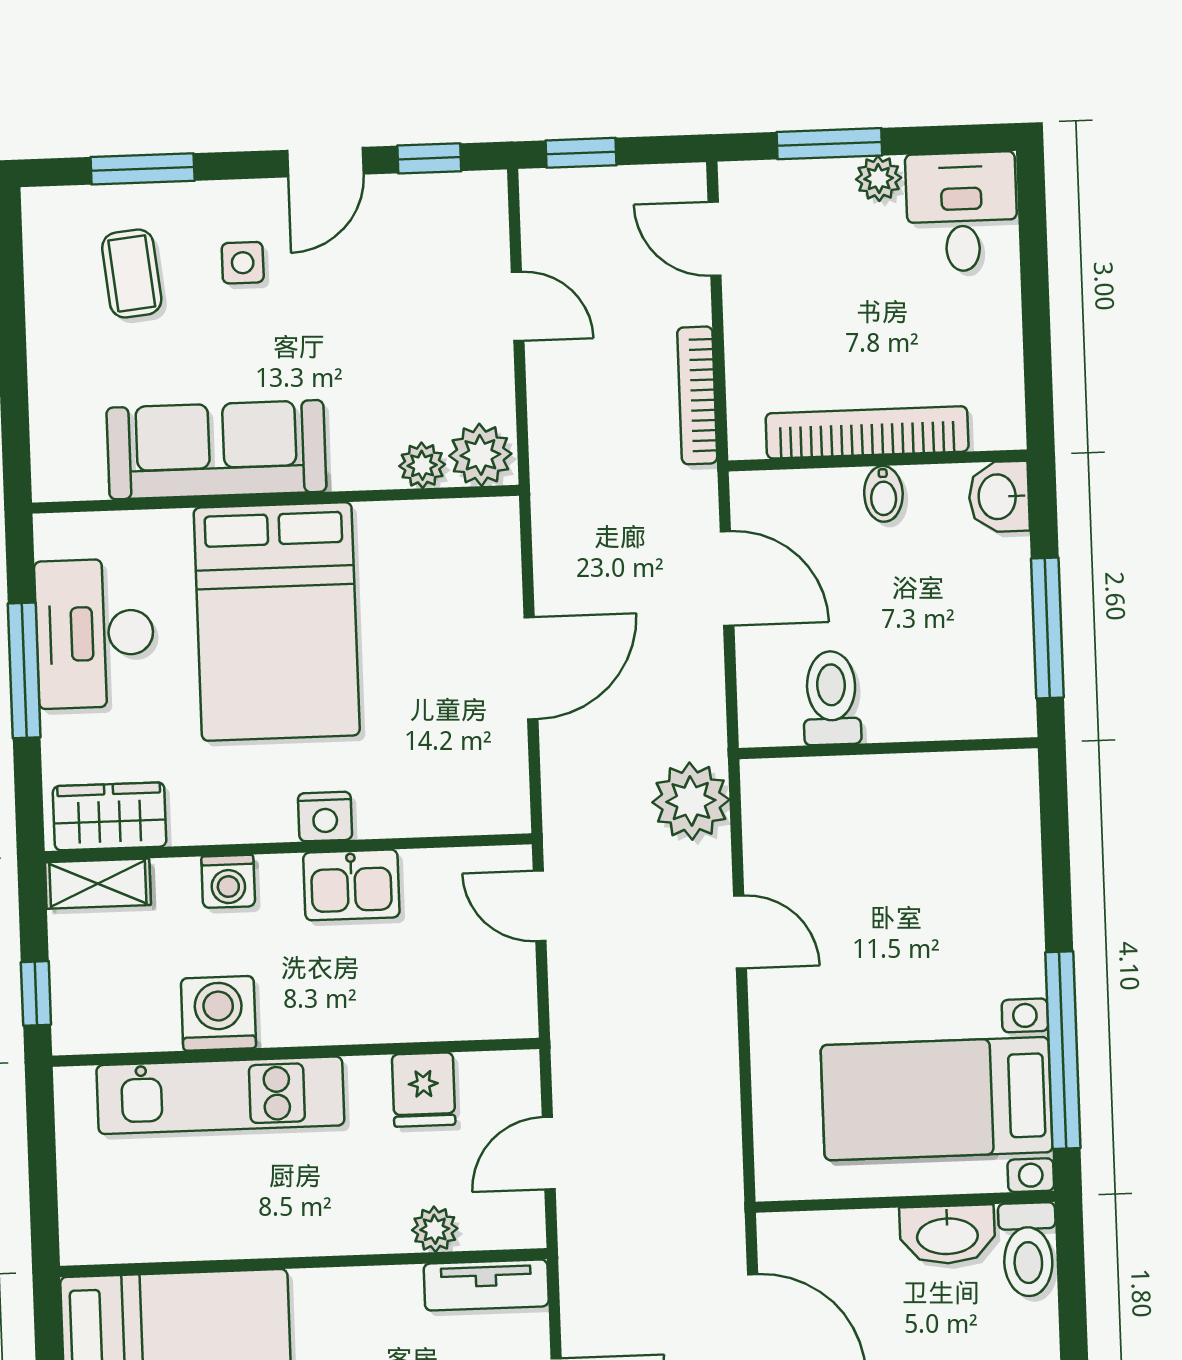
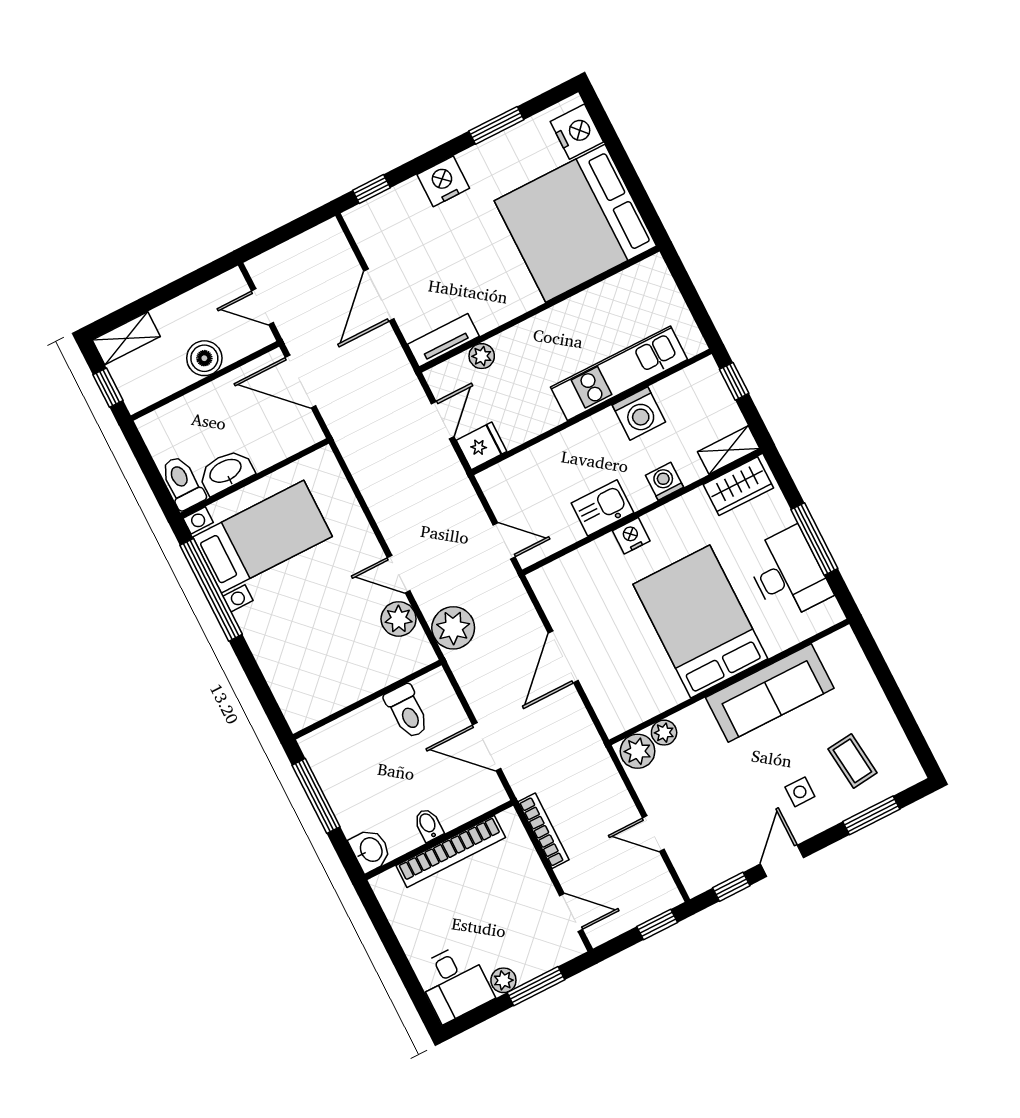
plant: (775, 858) -> (399, 619), added
fridge: (424, 1090) -> (481, 446), moved, turned 90

